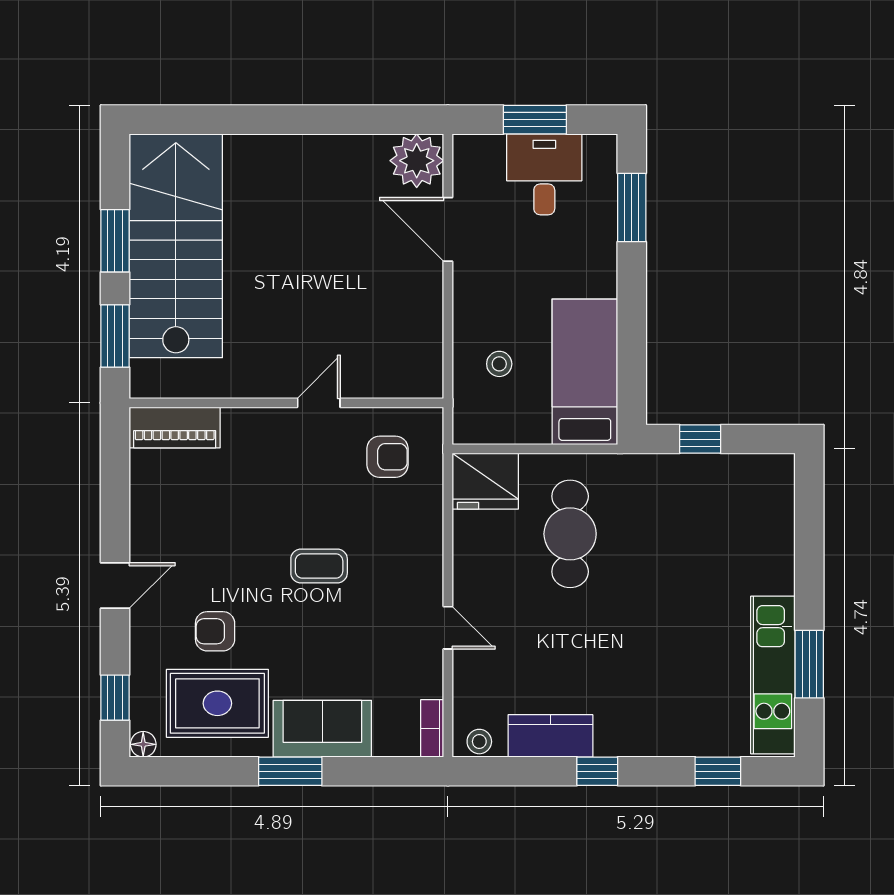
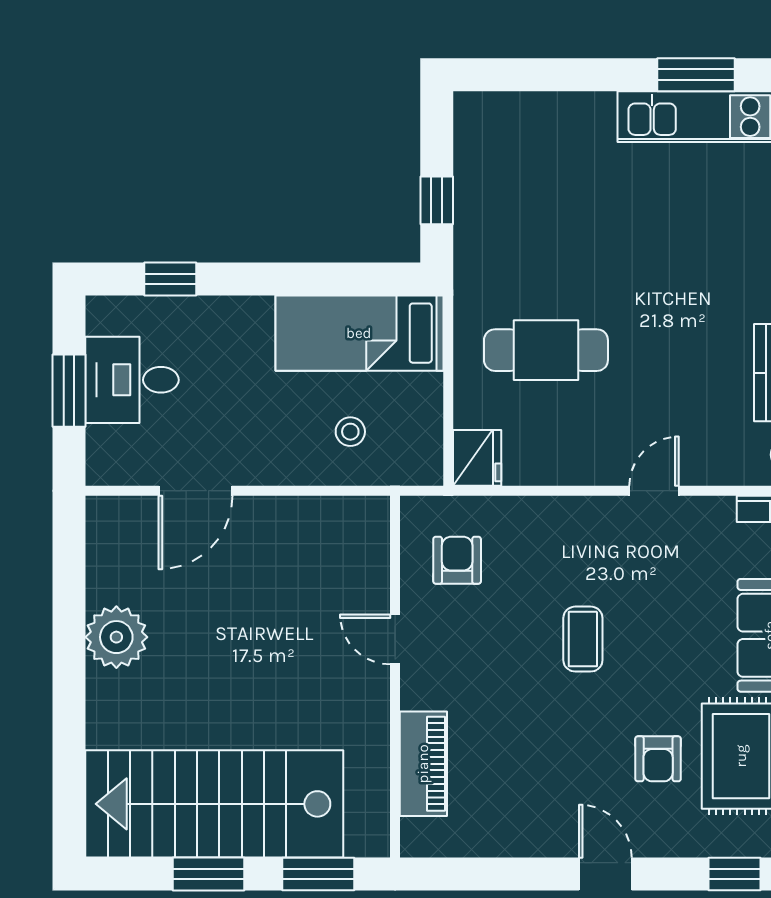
plant: (417, 161) -> (116, 637), moved
window: (632, 208) -> (170, 279), width x0.67
piano: (175, 427) -> (423, 764), moved
fridge: (485, 481) -> (477, 458), width x0.73, depth x0.75

